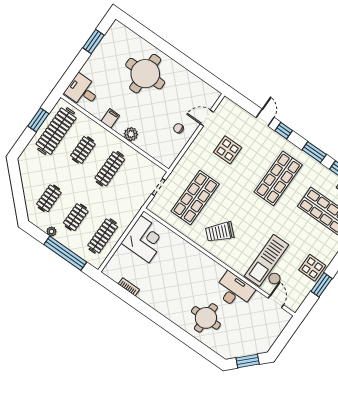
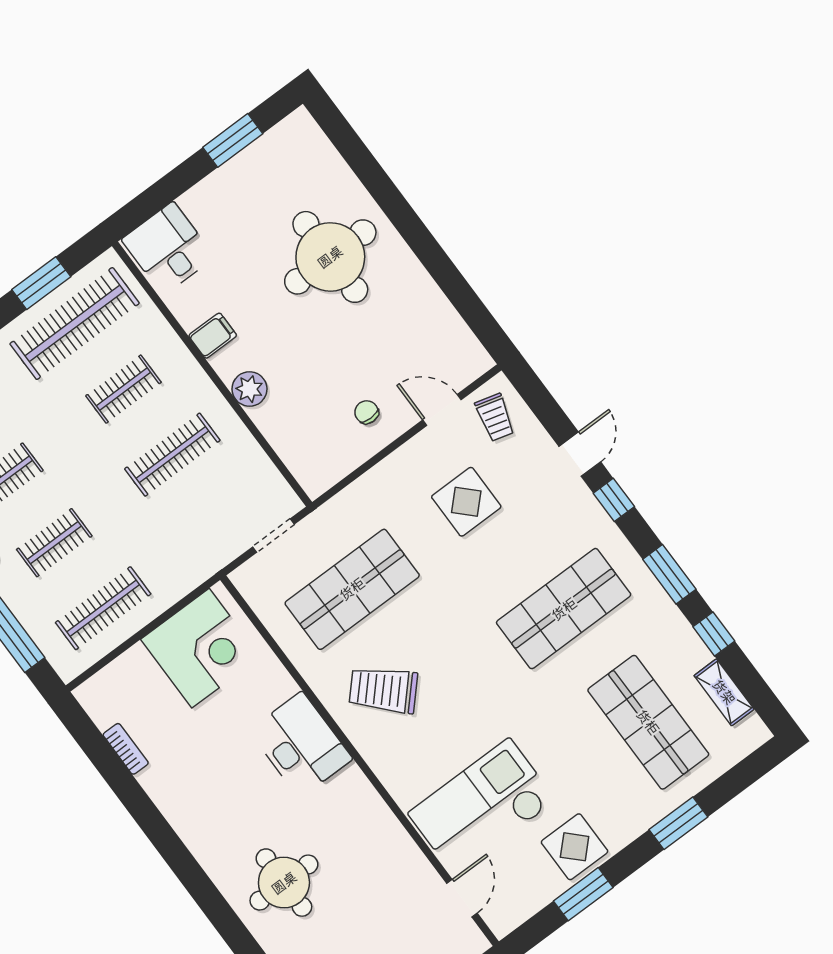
trolley: (228, 114) -> (495, 417), added
desk: (234, 291) -> (301, 745), moved

